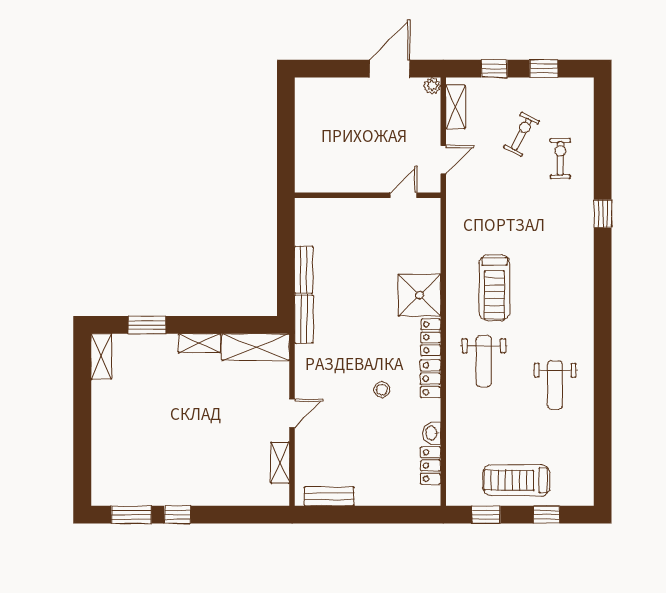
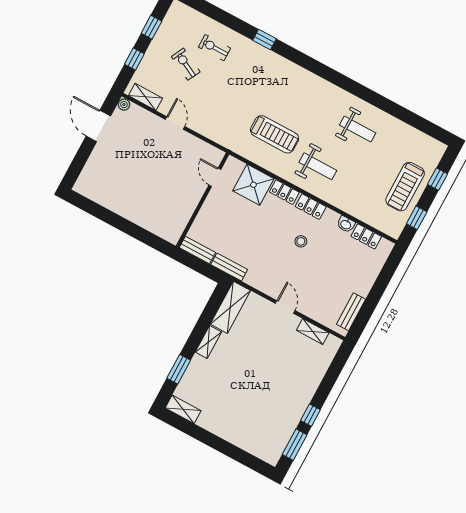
wall: (368, 195) -> (203, 200), moved
door: (403, 195) -> (215, 177), moved

